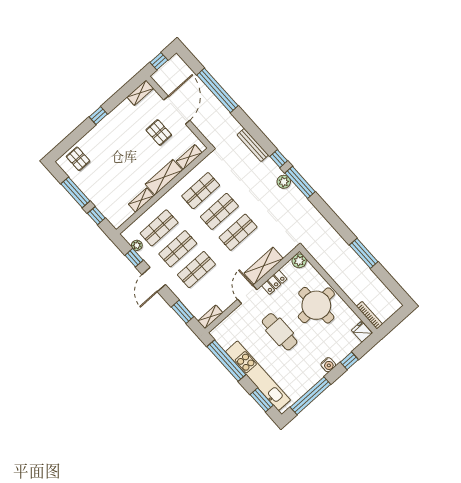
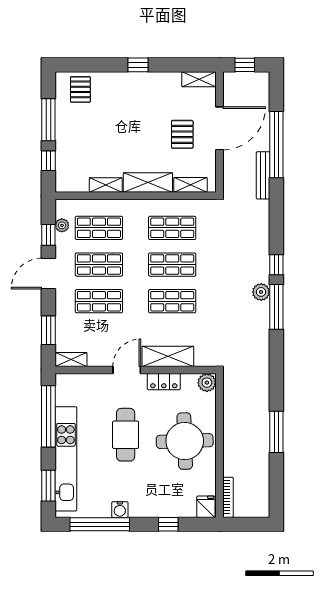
bench: (253, 145) -> (263, 175), moved
water cooler: (328, 365) -> (120, 510), moved

